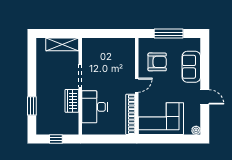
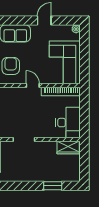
wardrobe: (72, 101) -> (68, 148), moved
desk: (95, 107) -> (68, 123), moved, turned -90
window: (56, 139) -> (84, 163), removed

